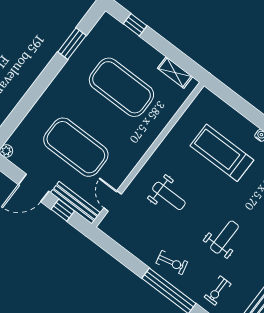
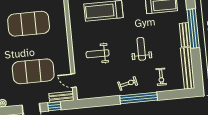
weight bench: (169, 196) -> (98, 54), turned 180
bench: (75, 203) -> (61, 97), width x0.73

